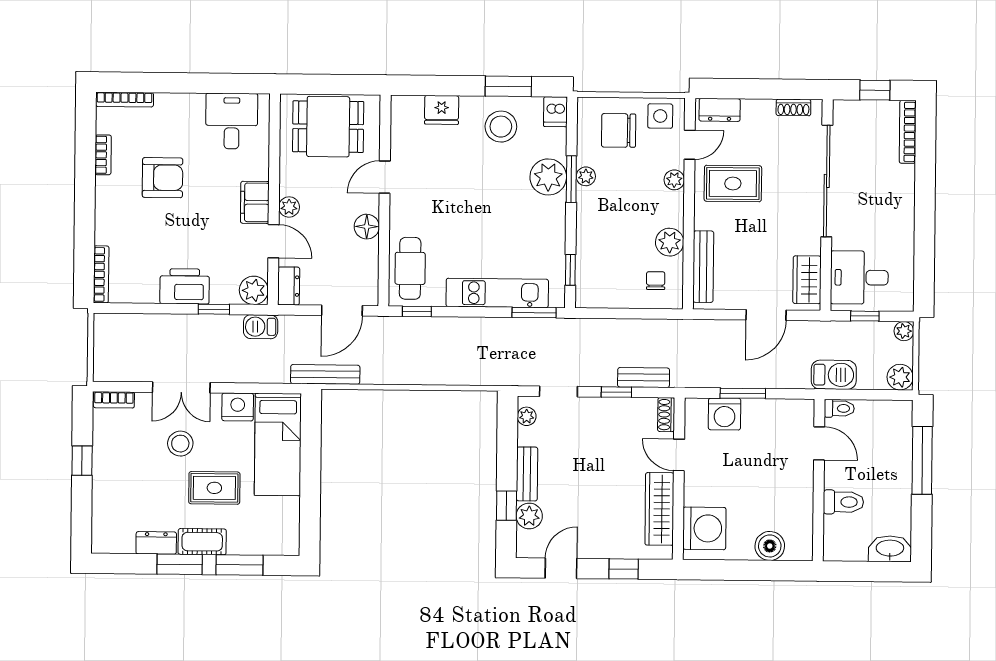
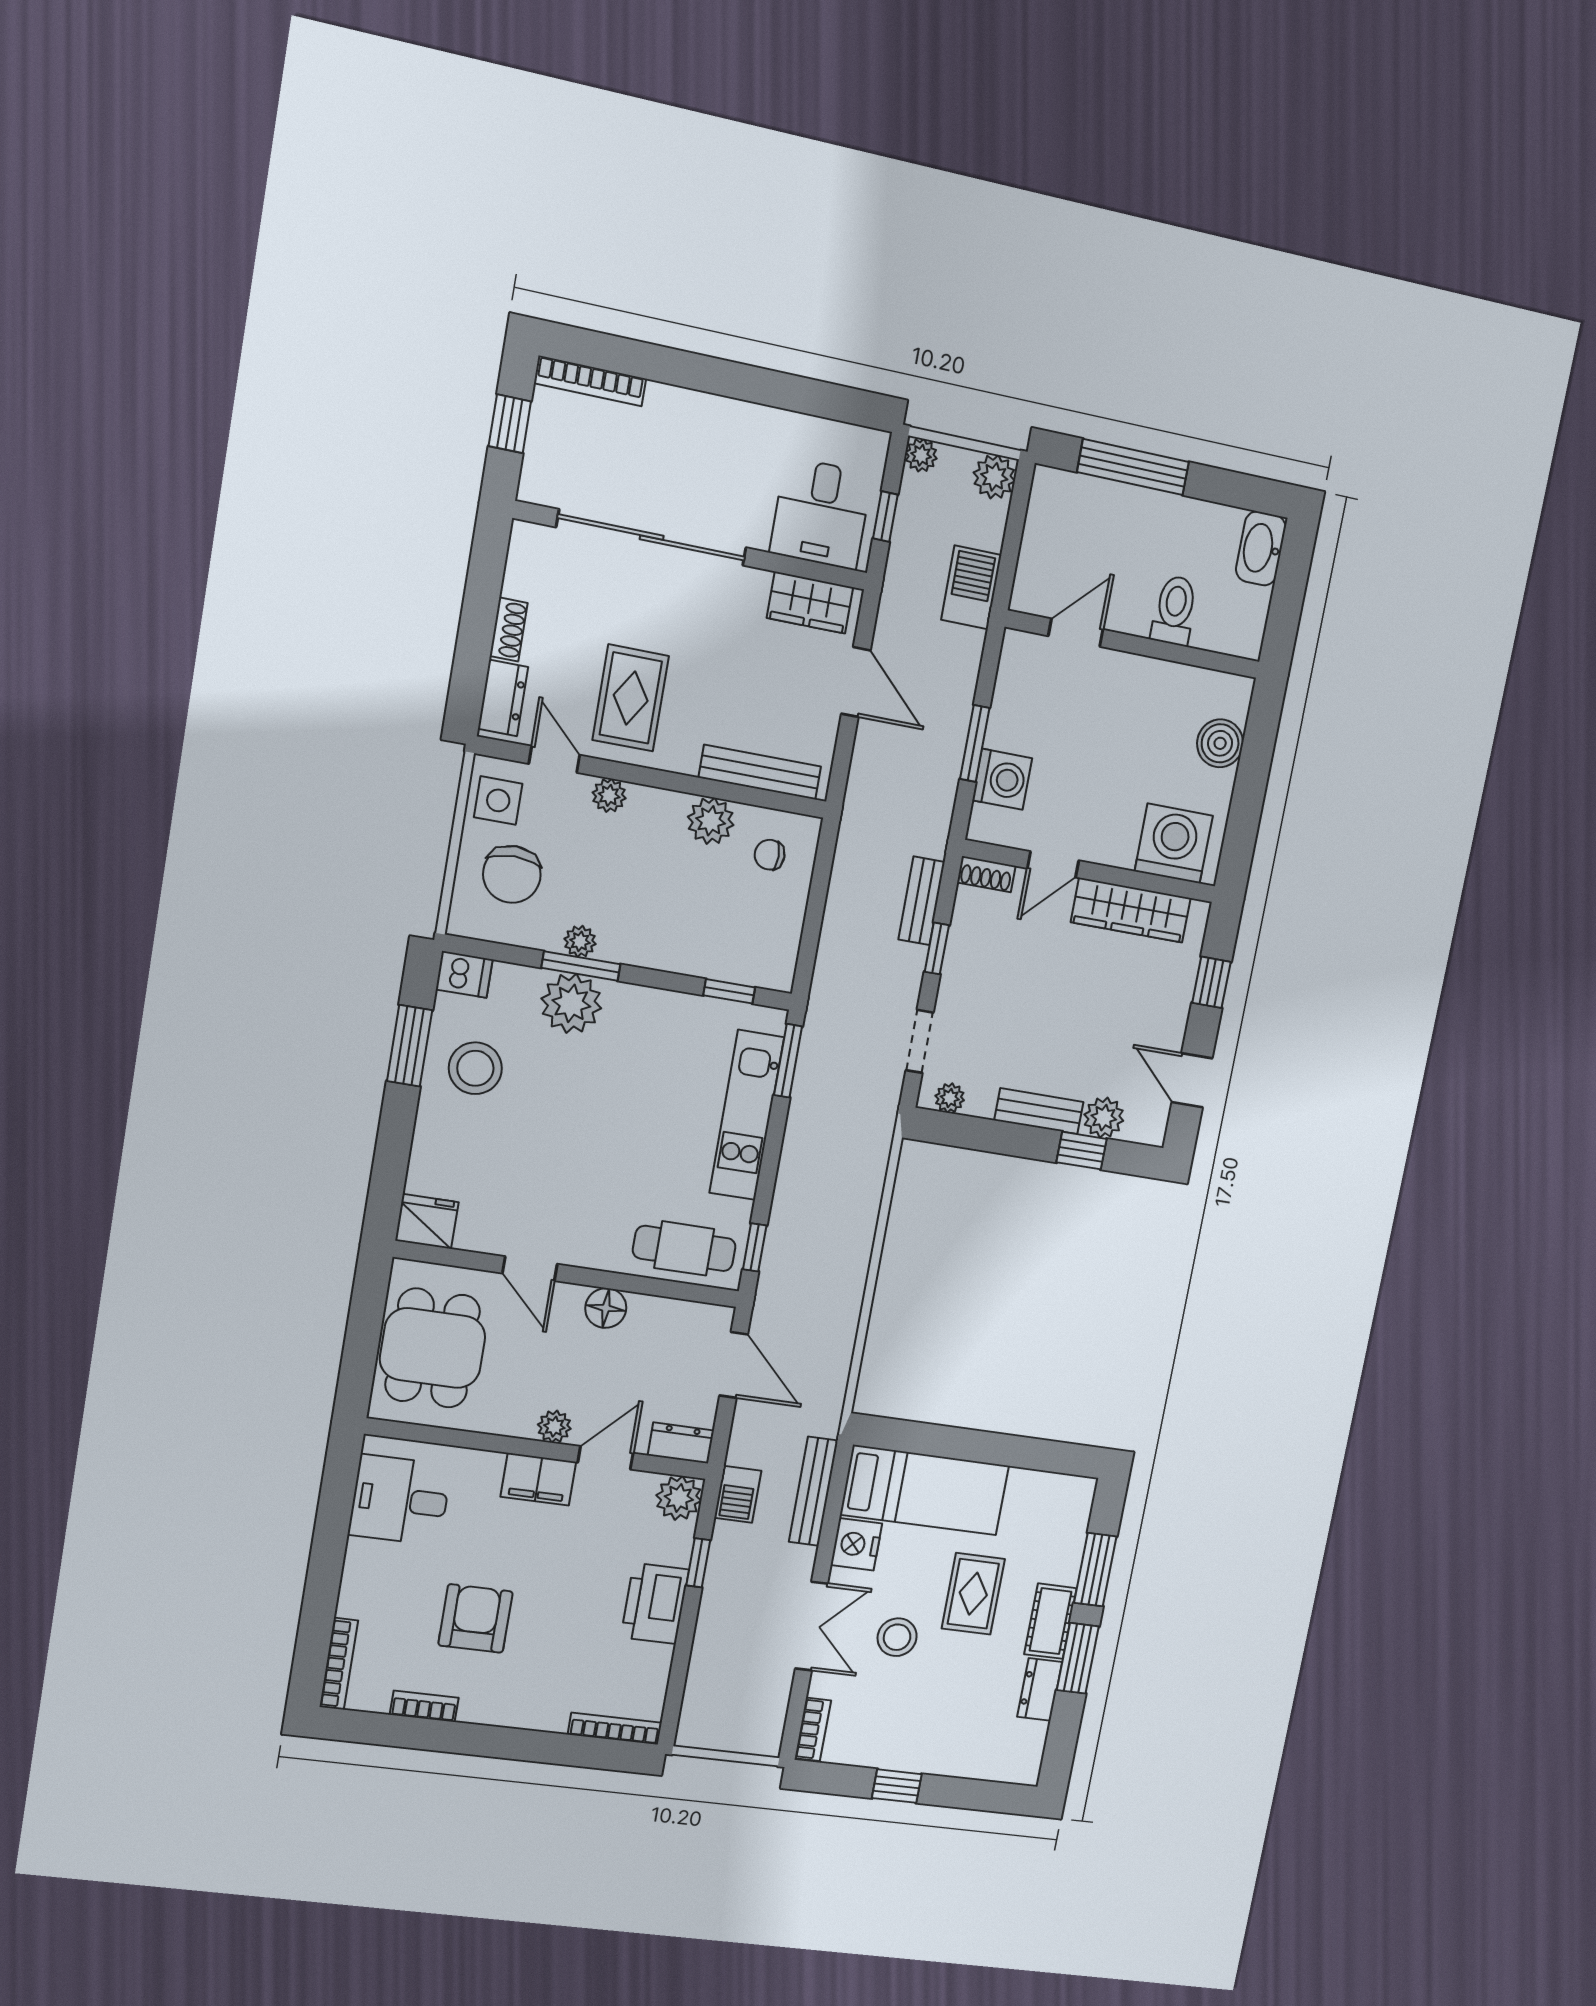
shoe rack: (793, 107) -> (509, 629), moved
fridge: (442, 110) -> (427, 1221), moved, turned -90
bench: (325, 374) -> (813, 1491), moved
toilet: (839, 408) -> (1026, 589), removed

